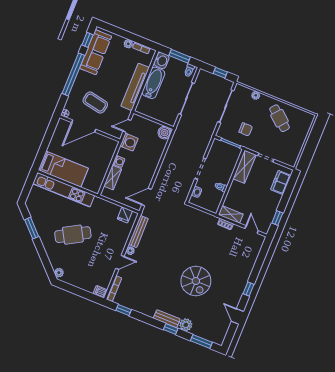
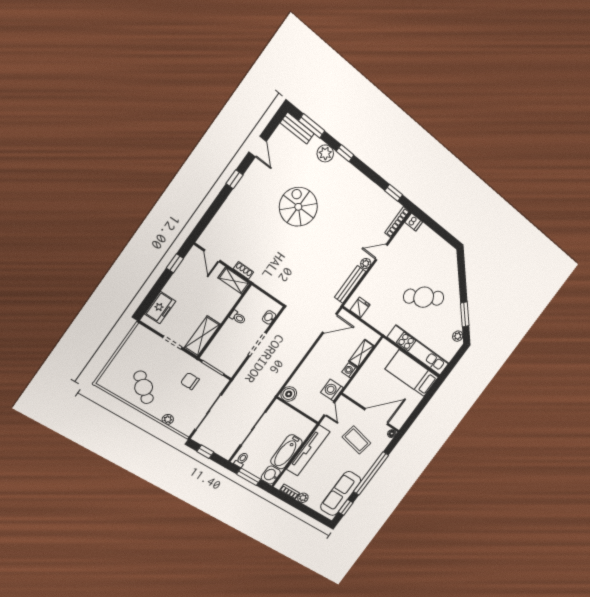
door: (127, 126) -> (329, 409), hinge flipped
plant: (59, 273) -> (458, 336), moved
bench: (167, 319) -> (297, 128), moved

